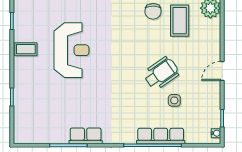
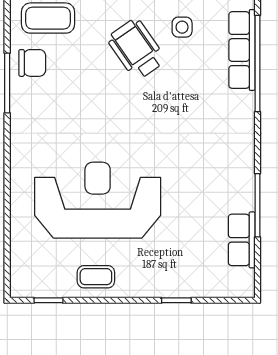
coffee table: (26, 49) -> (96, 277), turned 90
reception desk: (71, 50) -> (98, 200), width x1.36, depth x1.30
row of seats: (86, 136) -> (242, 240), moved

